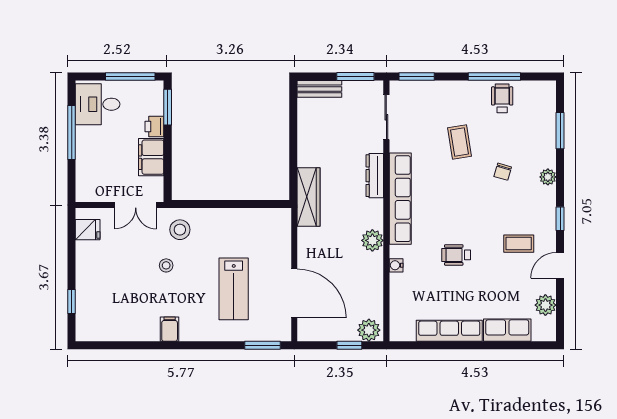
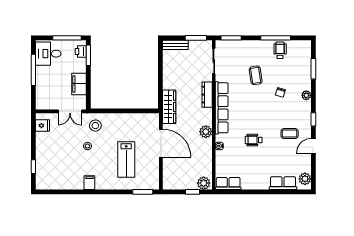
printer: (154, 126) -> (81, 52), moved
door: (294, 293) -> (161, 143), moved
plant: (545, 305) -> (305, 179), moved
row of seats: (449, 331) -> (228, 183), moved, width x0.68

